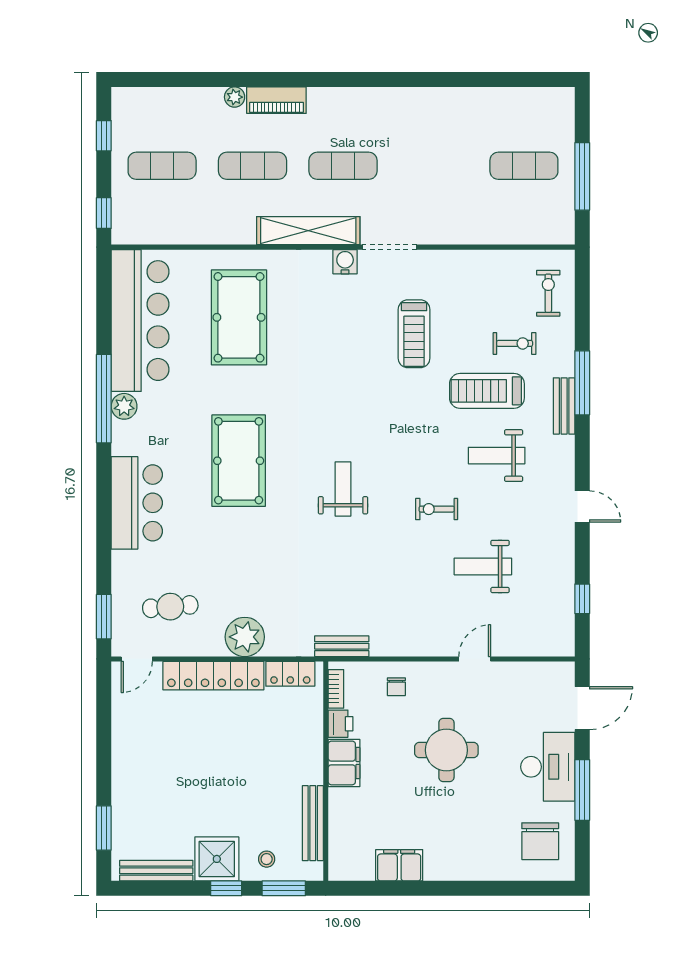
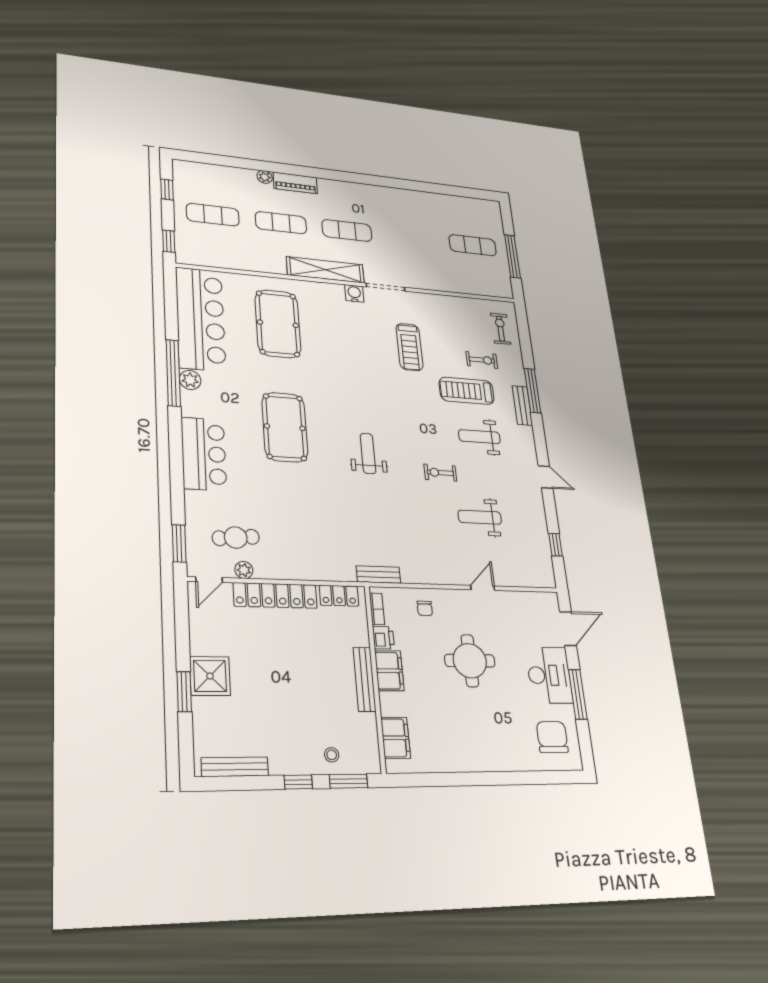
plant: (245, 637) -> (244, 570), moved, width x0.53, depth x0.53
bench: (313, 823) -> (364, 679), moved
window: (104, 828) -> (184, 692), moved
chair: (540, 841) -> (552, 737), turned 180
shower: (217, 859) -> (210, 676), moved
filing cabinet: (399, 865) -> (396, 738), moved, turned 90

